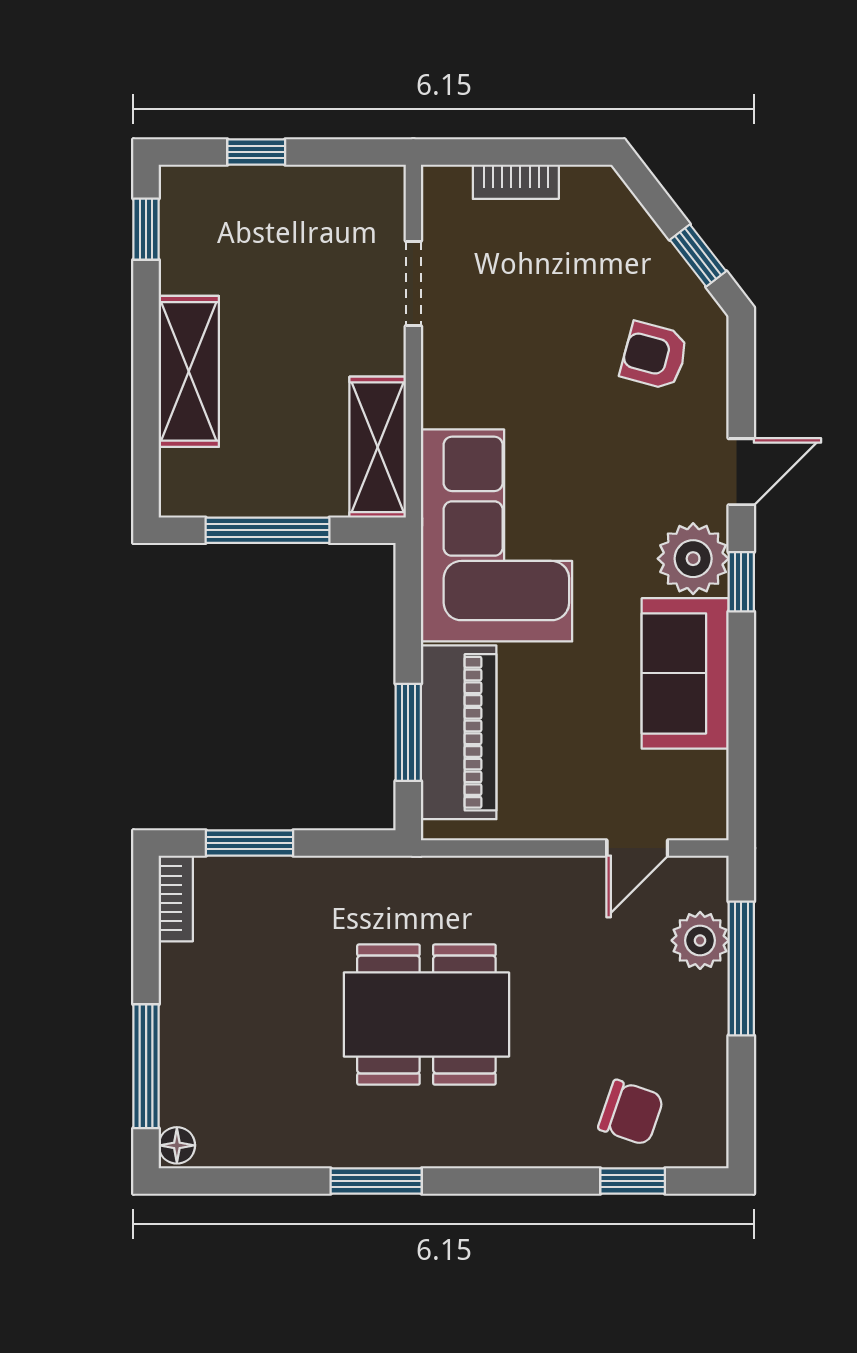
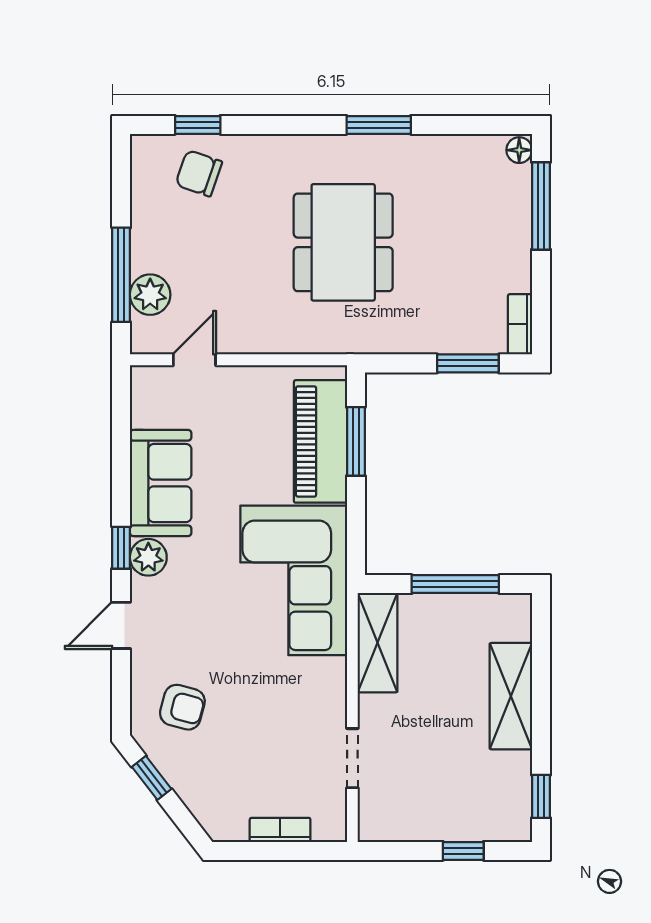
plant: (693, 559) -> (148, 557), width x0.73, depth x0.73
dining table: (426, 1015) -> (343, 242), turned 90

